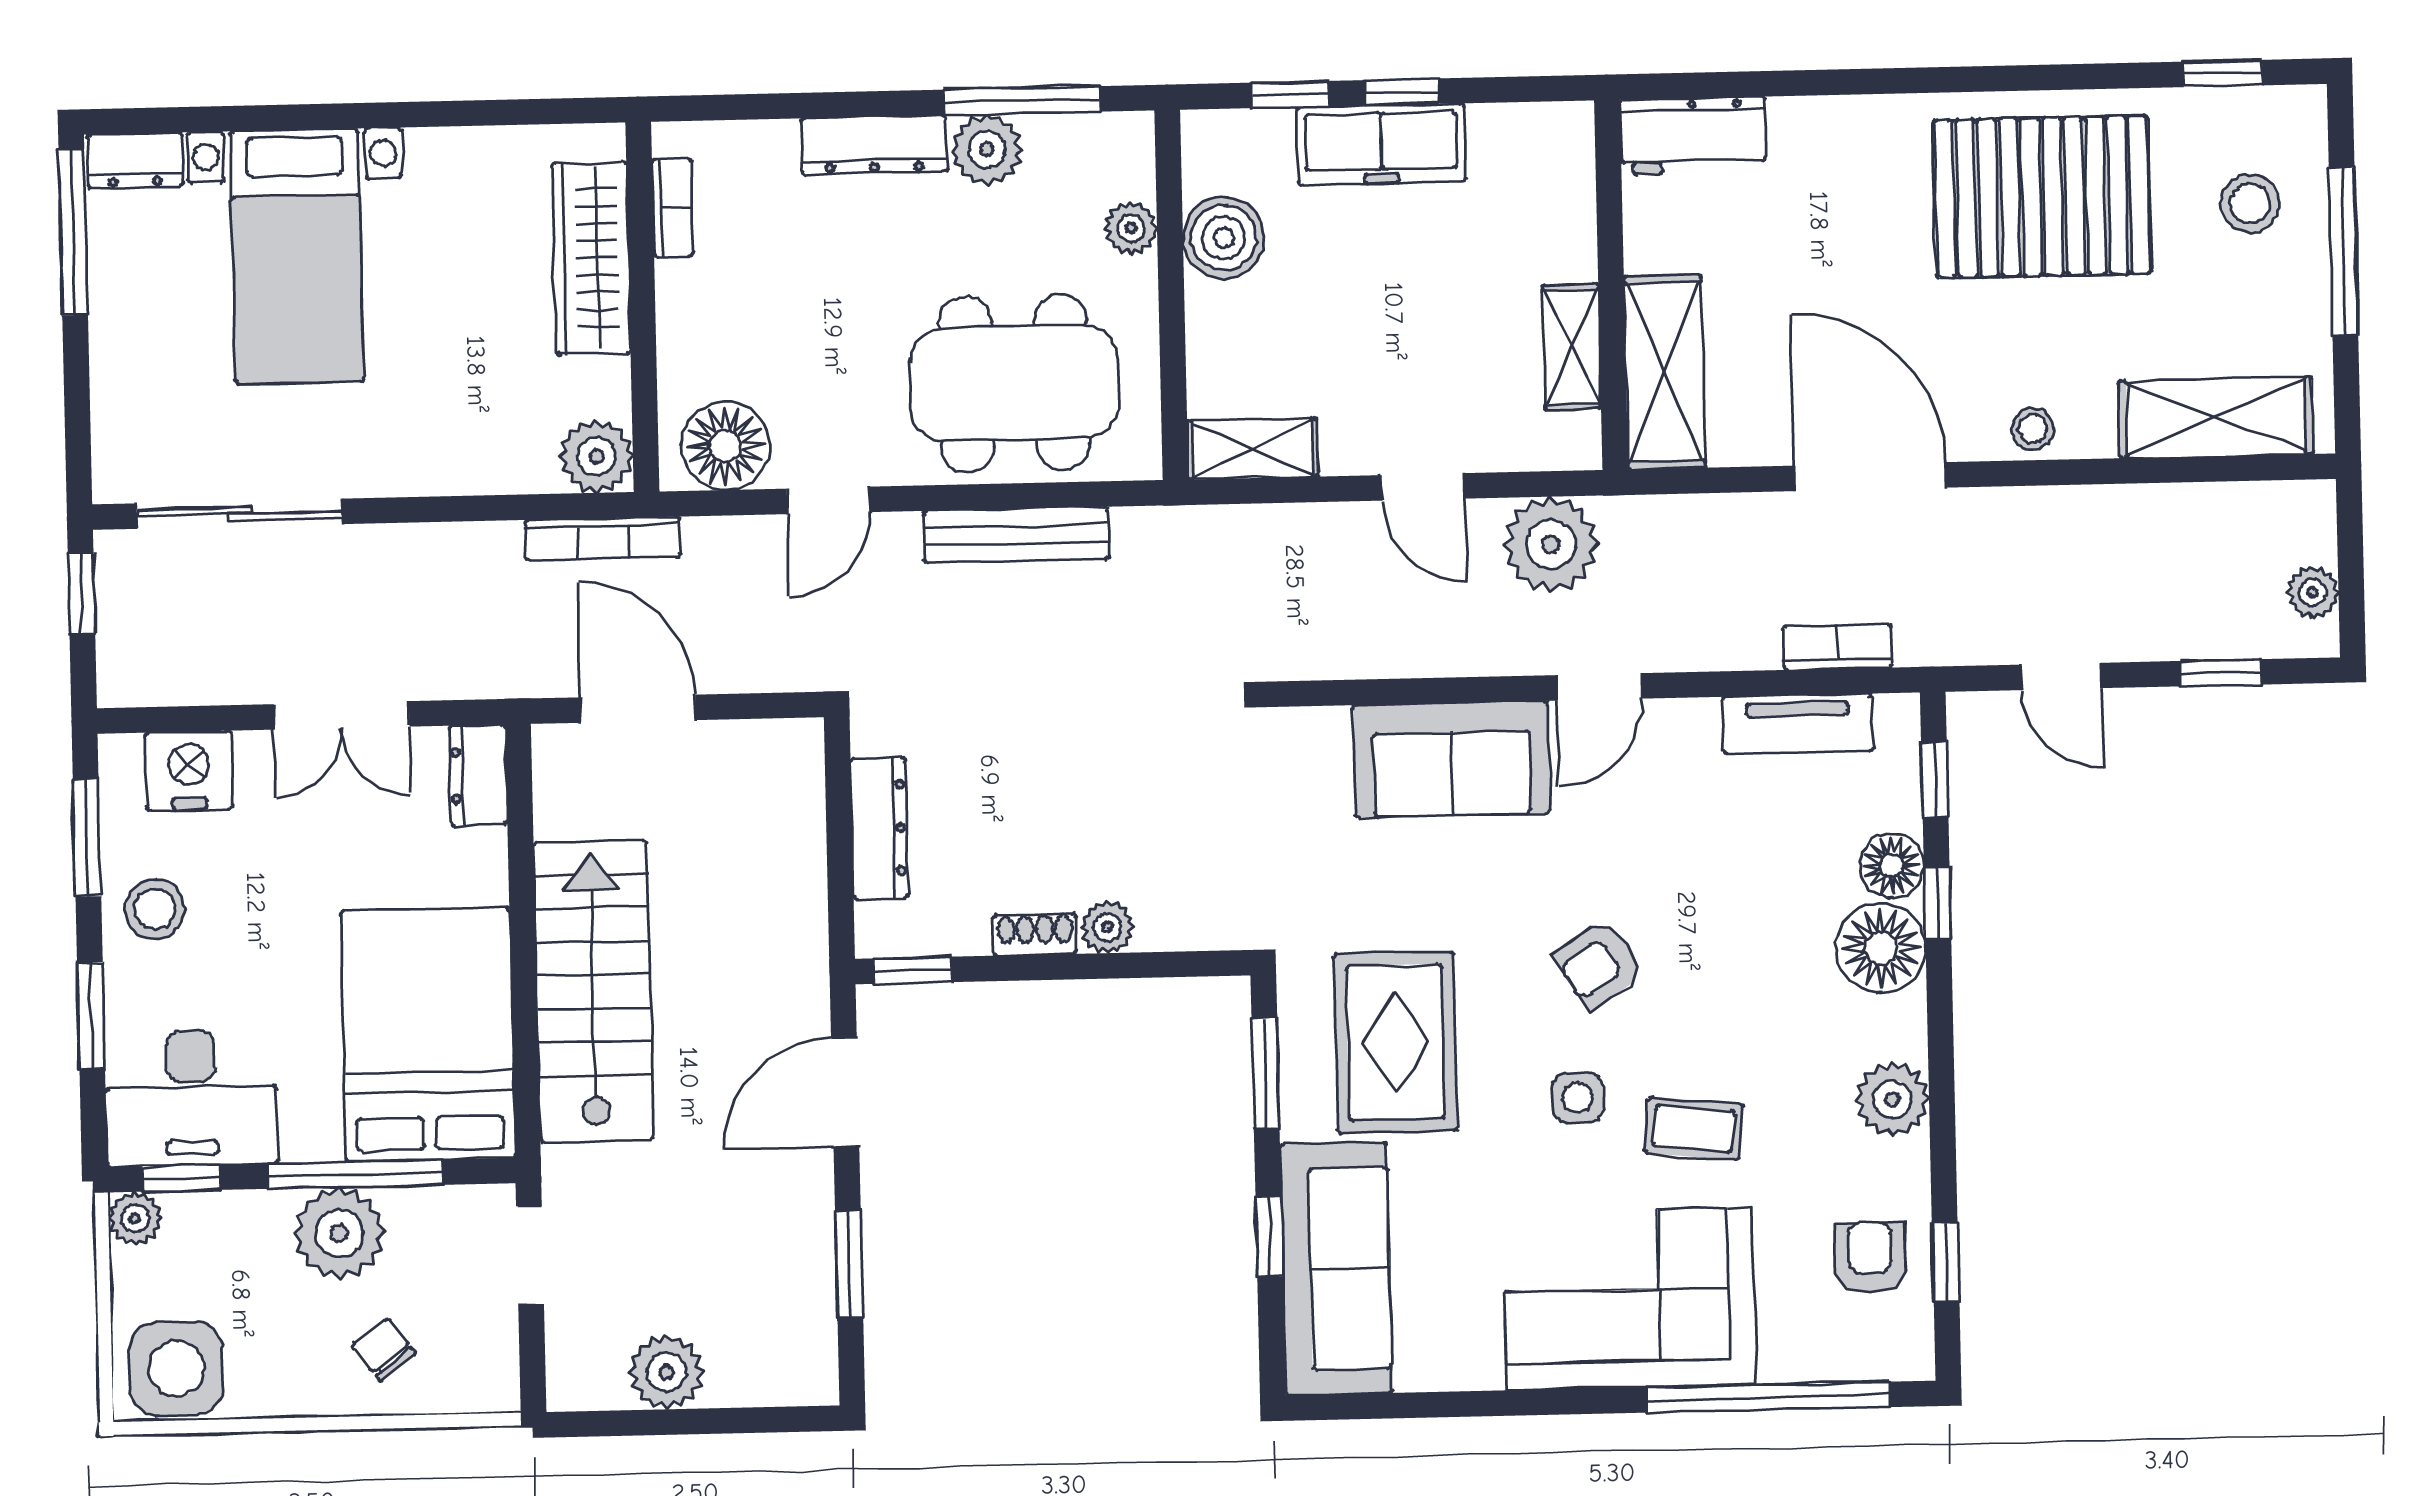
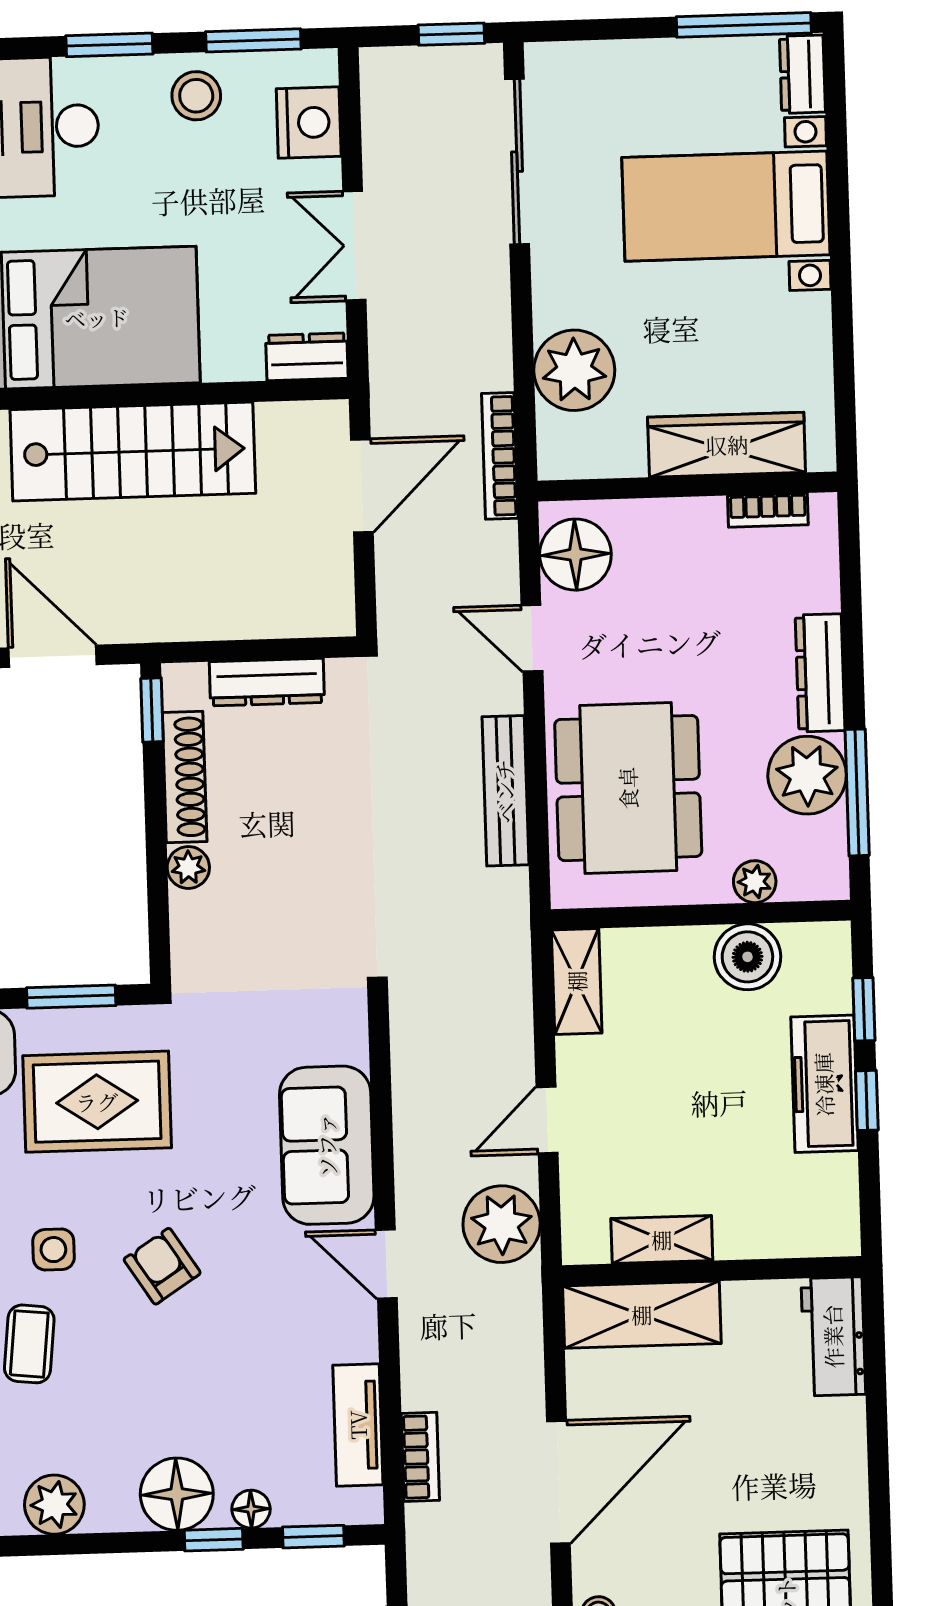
plant: (987, 150) -> (807, 775), width x1.36, depth x1.36
plant: (596, 456) -> (574, 370), moved, width x1.36, depth x1.36
floor lamp: (1892, 866) -> (251, 1509), width x0.73, depth x0.73
shoe rack: (1035, 935) -> (185, 777), width x1.94, depth x1.24

